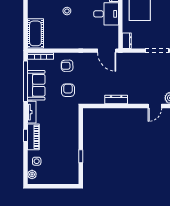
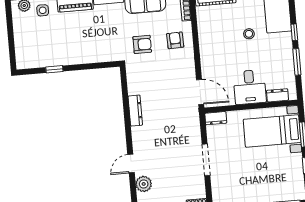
door: (107, 51) -> (200, 92), swing flipped
door: (155, 106) -> (131, 164), hinge flipped

